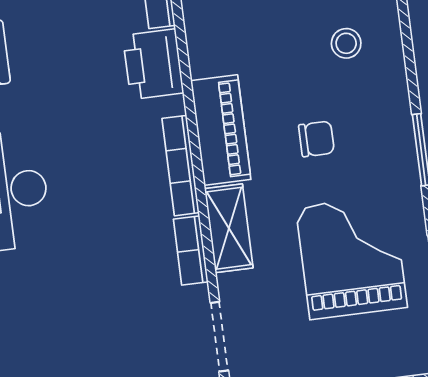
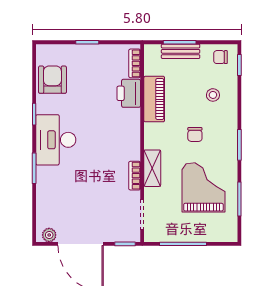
piano: (221, 130) -> (154, 99), moved
chair: (316, 139) -> (195, 134), turned 90
bookcase: (181, 166) -> (135, 138), removed

